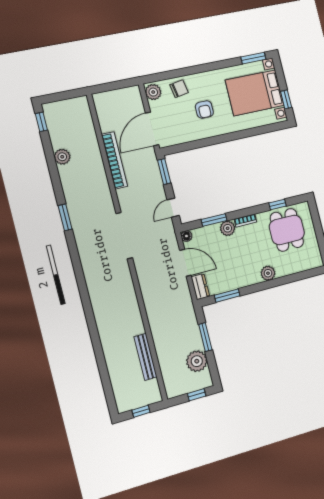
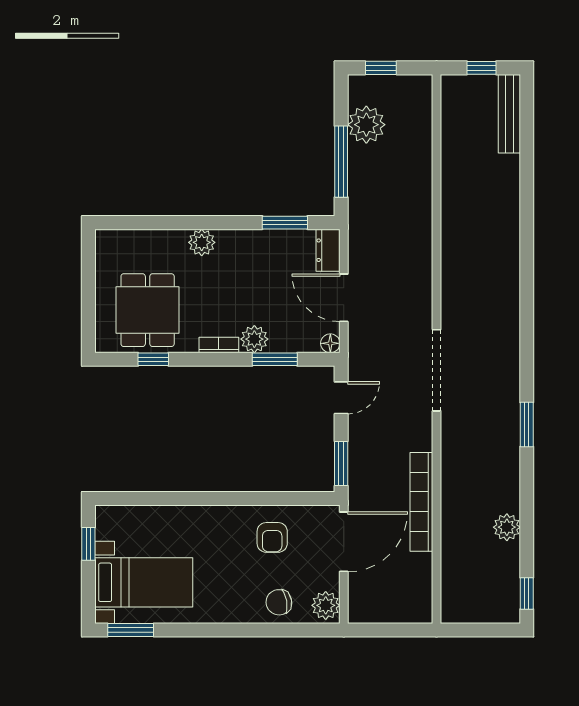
bed with nightstands: (255, 93) -> (144, 582), width x0.73
armchair: (204, 110) -> (272, 537), moved, turned 180
window: (205, 337) -> (341, 162), width x1.44
bench: (146, 357) -> (509, 114), moved

